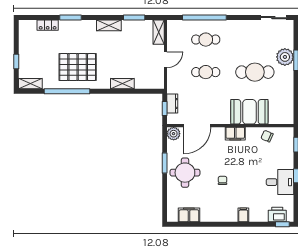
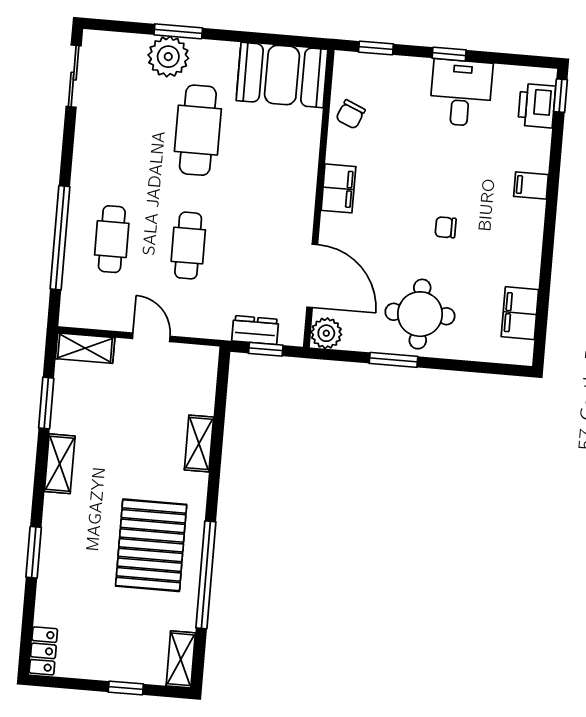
locker: (48, 25) -> (43, 651), moved
booth: (249, 112) -> (282, 75), moved, turned 90

